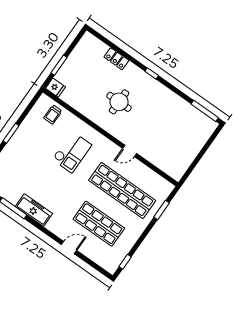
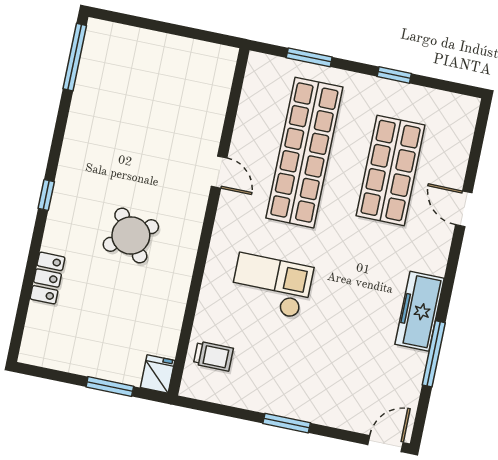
round table: (119, 102) -> (131, 235), turned -35
window: (125, 262) -> (394, 75), moved

